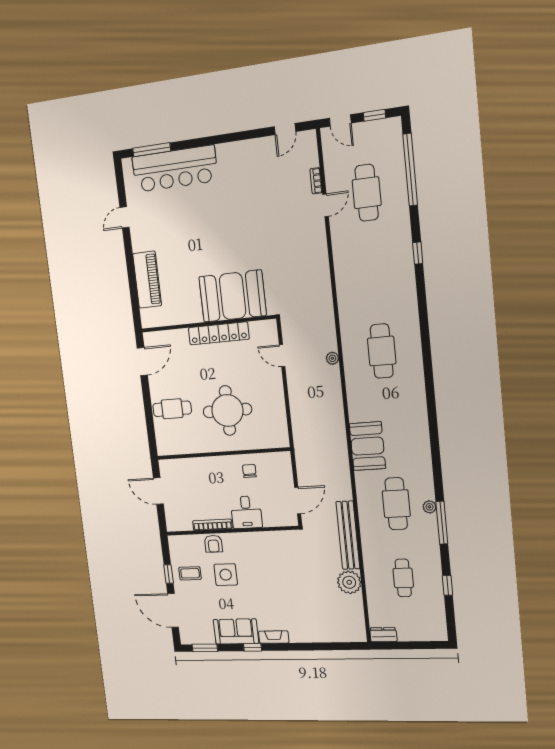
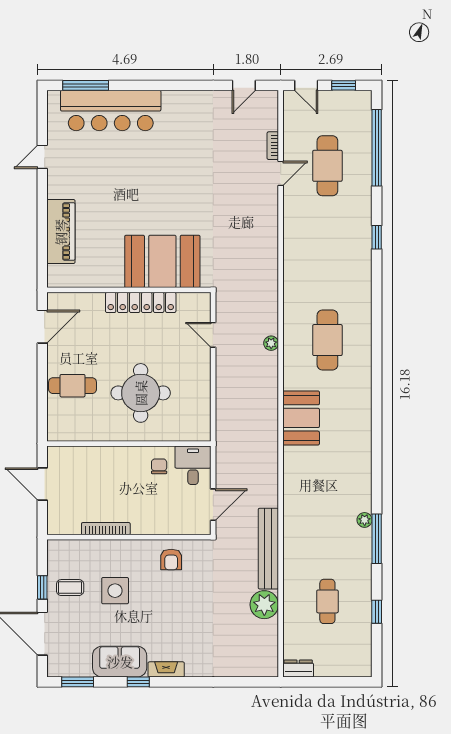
booth: (367, 446) -> (301, 418), moved
cafe table: (396, 504) -> (327, 514), removed
desk: (246, 512) -> (193, 465), moved, turned 180
armchair: (213, 544) -> (171, 560), moved

